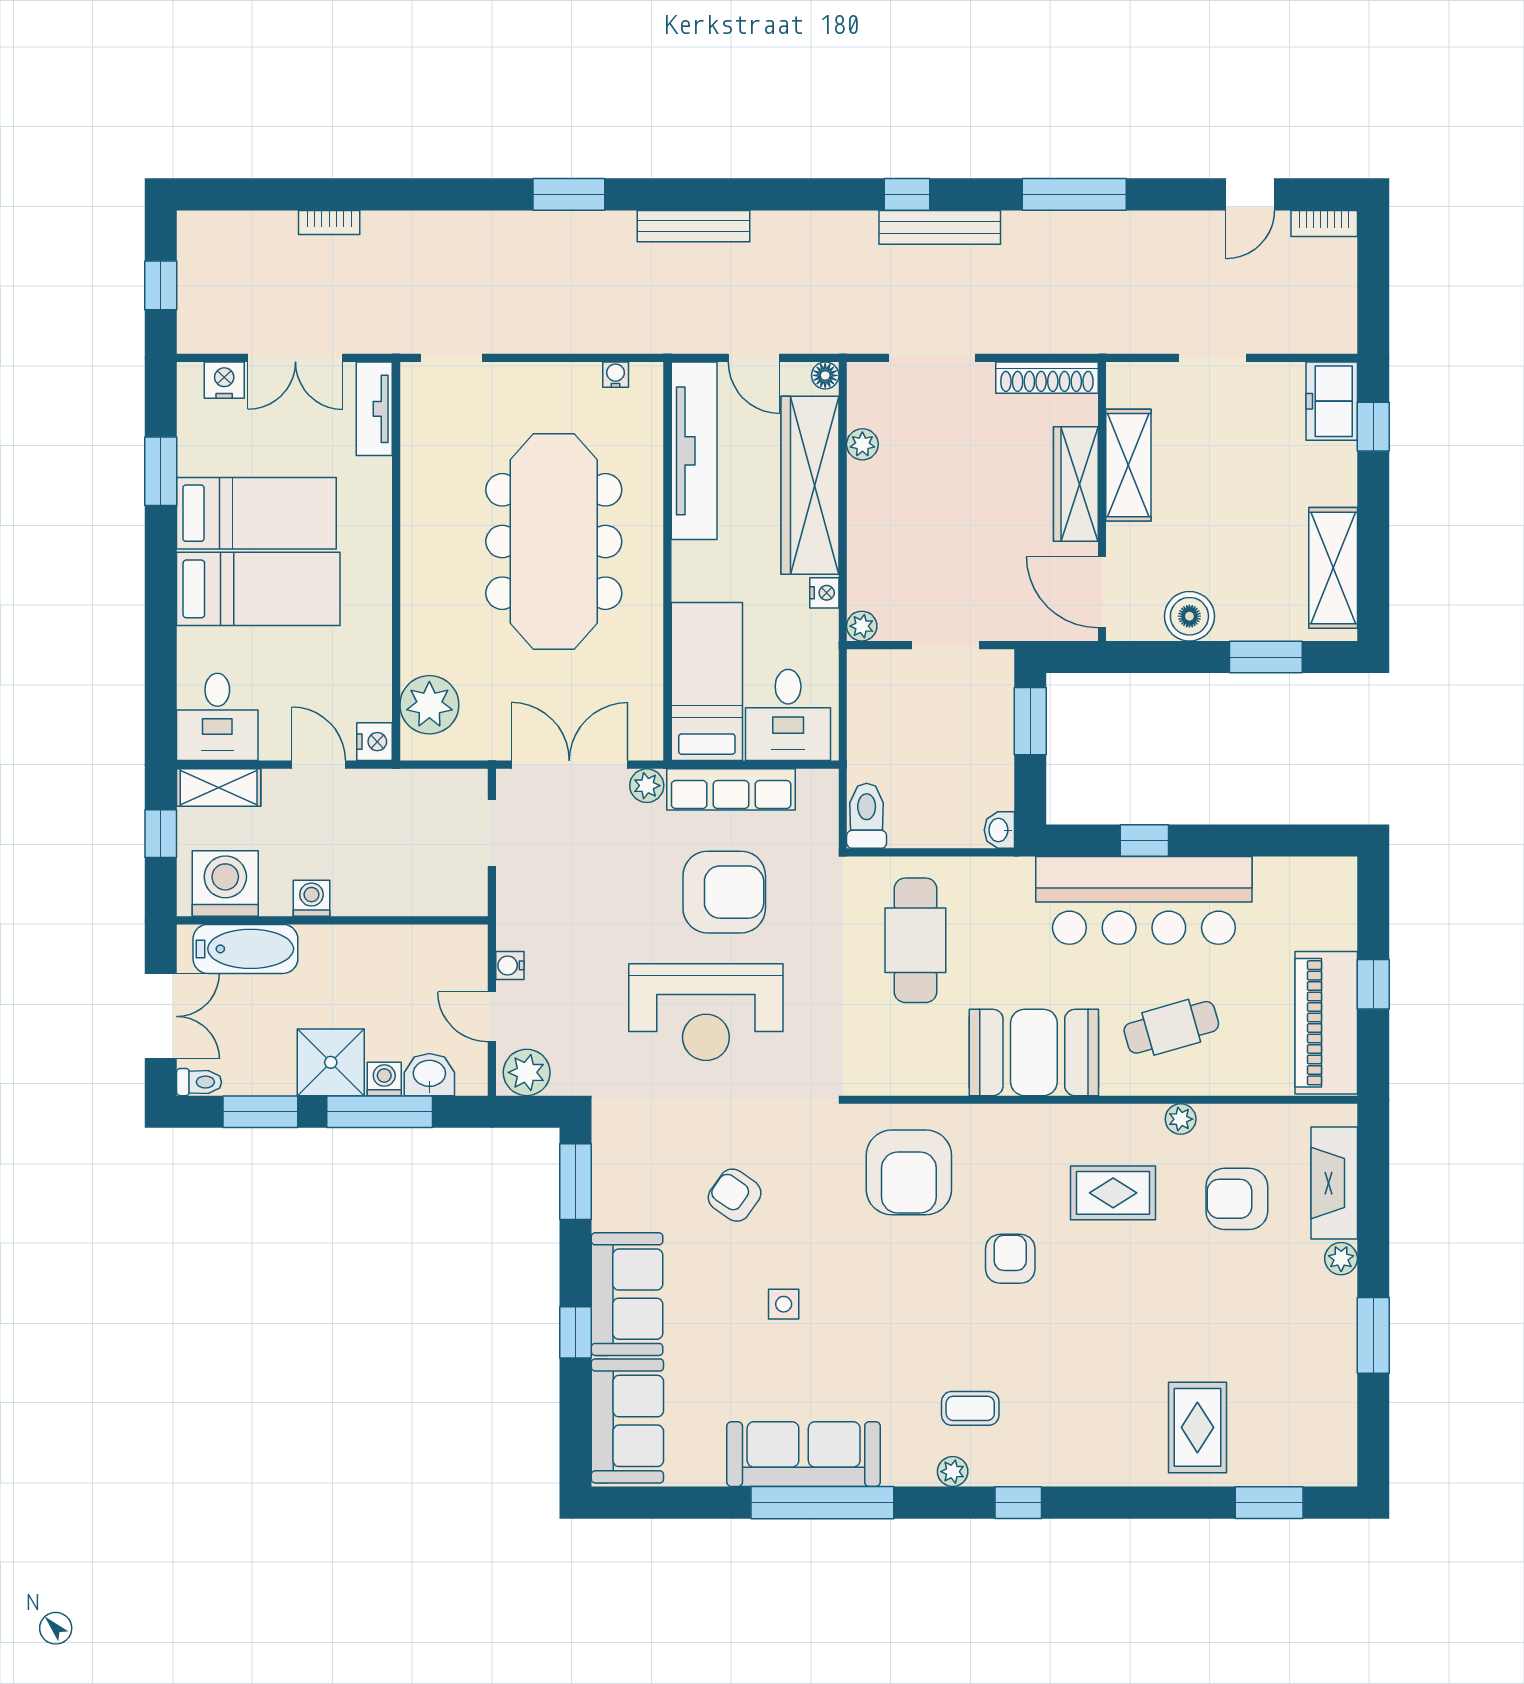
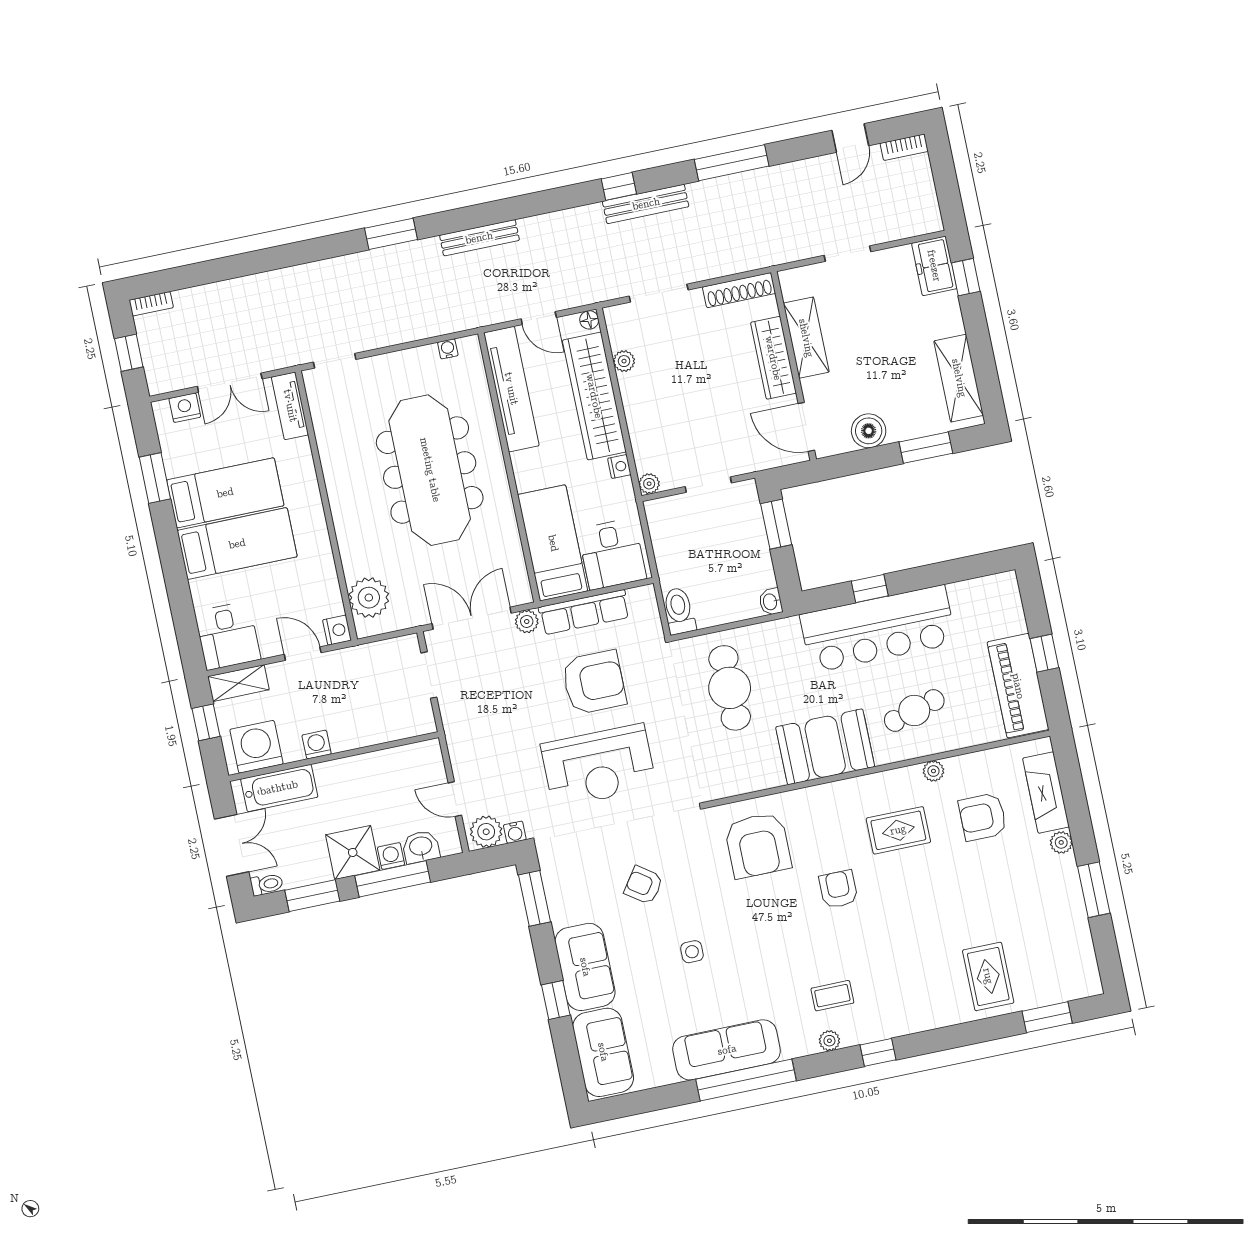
bookcase: (329, 223) -> (151, 304), moved
water cooler: (510, 965) -> (515, 832), moved, turned -90

